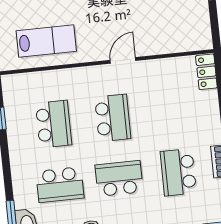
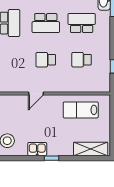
school desk: (113, 118) -> (46, 60), width x0.54
school desk: (54, 124) -> (82, 60), width x0.54

